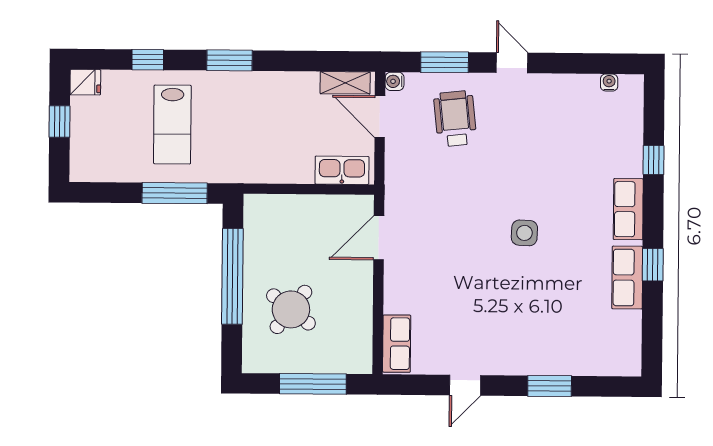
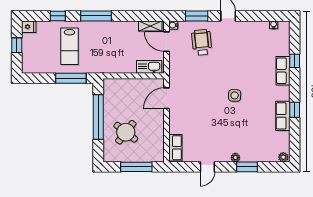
window: (229, 60) -> (96, 16), width x1.44
row of seats: (628, 209) -> (283, 71), moved
plant: (525, 366) -> (235, 158), added
plant: (627, 366) -> (283, 157), added

